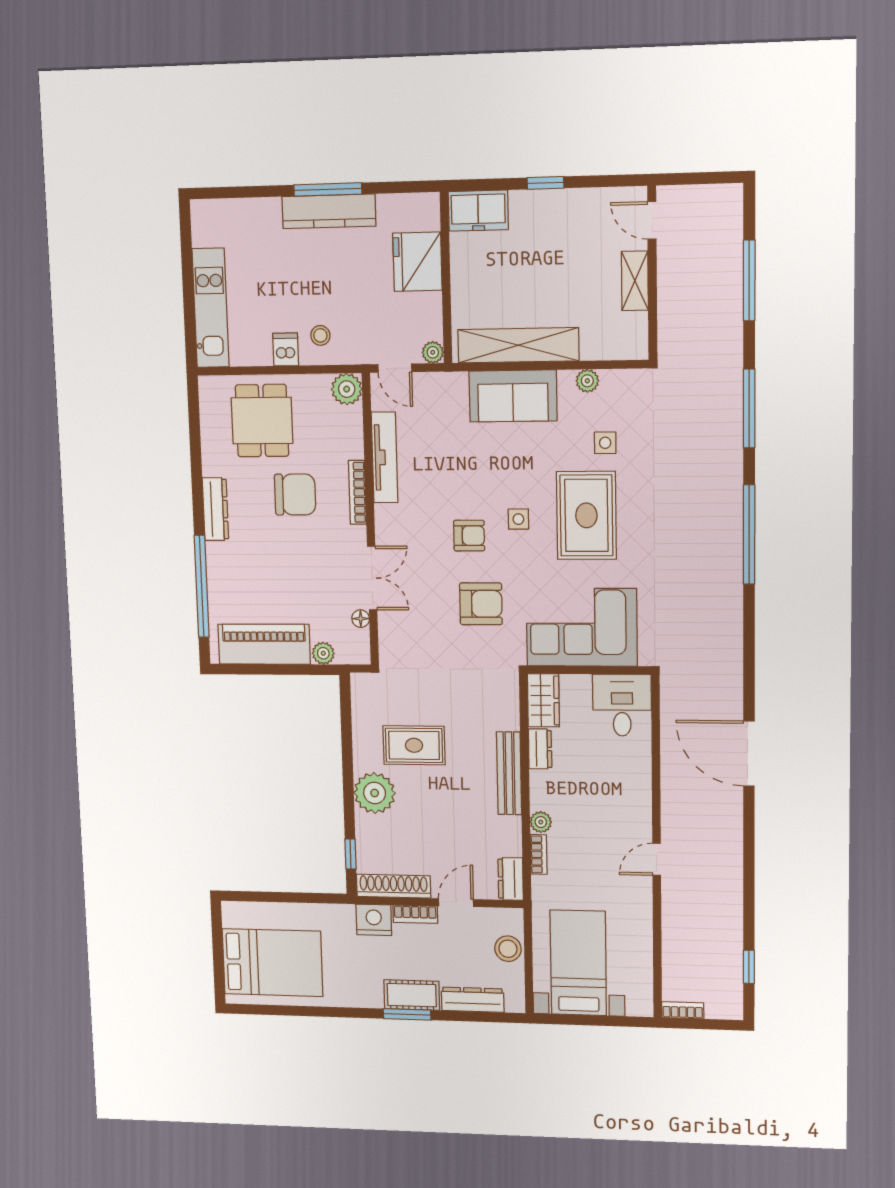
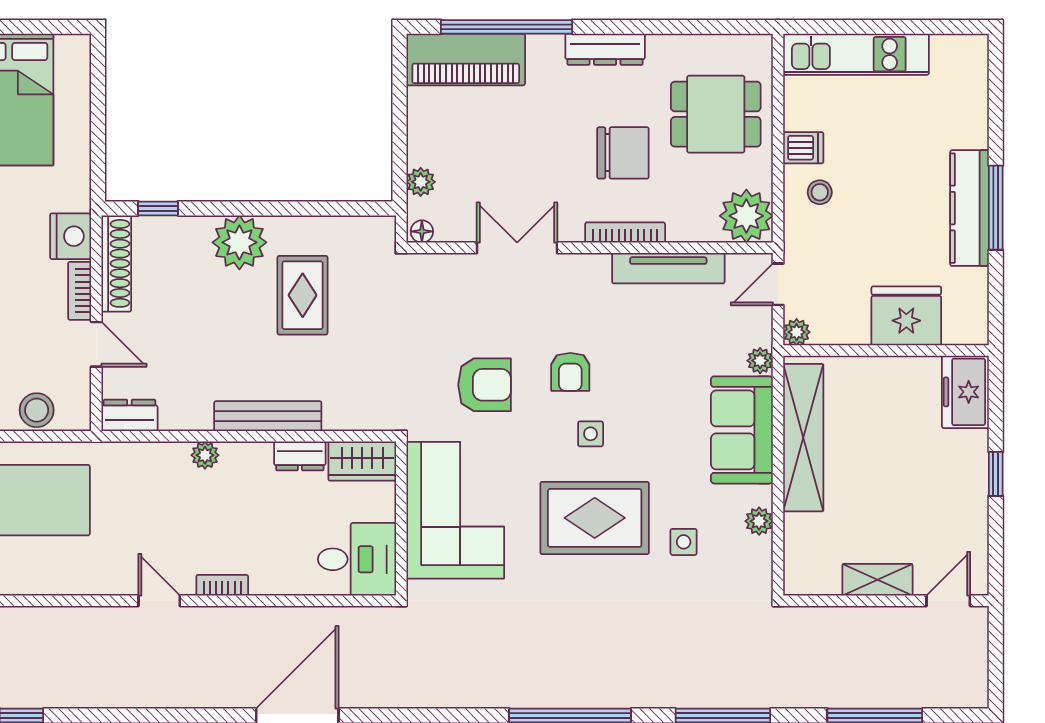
plant: (457, 382) -> (760, 361), added
plant: (347, 389) -> (746, 216), width x1.36, depth x1.36
chair: (295, 494) -> (623, 153), turned -90
double door: (372, 578) -> (517, 248), swing flipped
armchair: (481, 604) -> (484, 385), turned -90
floor lamp: (361, 619) -> (422, 231), moved
piano: (264, 644) -> (466, 59), moved, turned 90
bookcase: (539, 854) -> (222, 585), moved, turned 180

